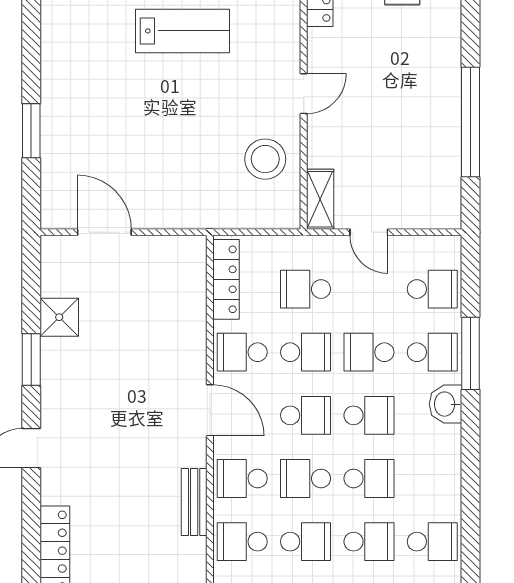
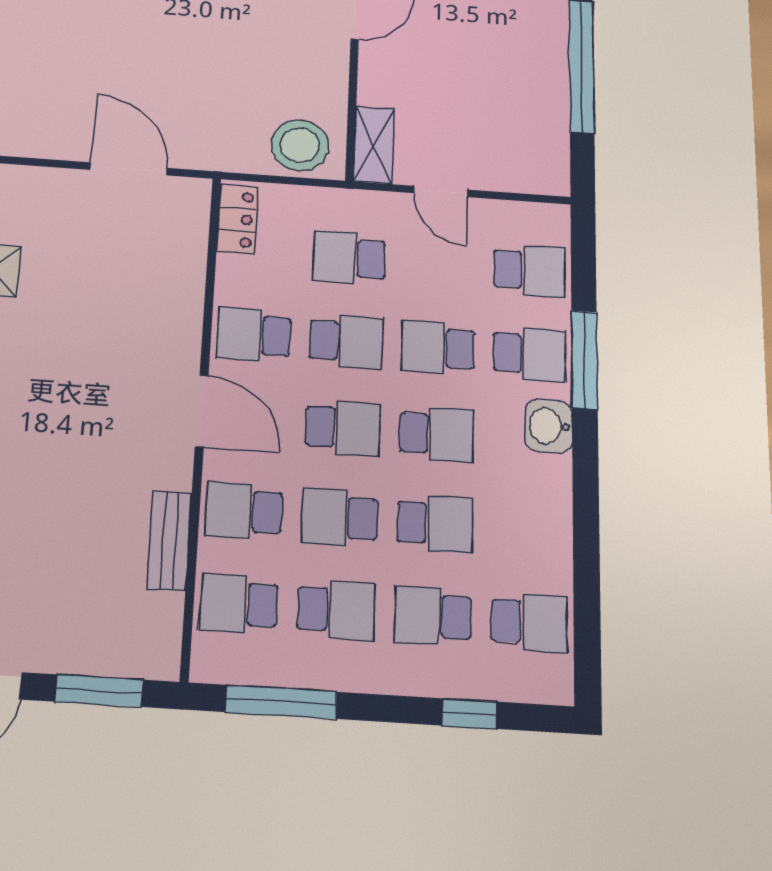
stool: (265, 159) -> (300, 145), moved
door: (104, 232) -> (129, 169), moved
locker: (226, 279) -> (237, 219), width x0.66
school desk: (369, 542) -> (433, 616), turned 180

